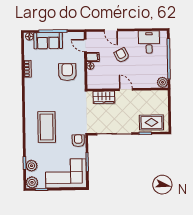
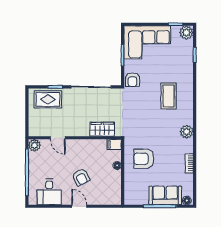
door: (111, 30) -> (79, 206), moved
door: (85, 45) -> (123, 189), removed
filing cabinet: (93, 57) -> (114, 144), moved
armchair: (67, 72) -> (144, 159), turned 90
door: (126, 90) -> (58, 138), moved
coffee table: (47, 127) -> (169, 96), width x0.73, depth x0.76
plant: (32, 166) -> (187, 132), moved

